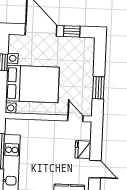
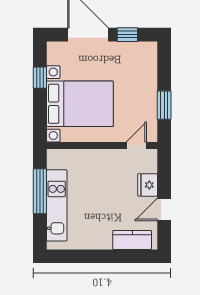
door: (75, 118) -> (136, 145), hinge flipped
door: (95, 169) -> (164, 209), swing flipped

